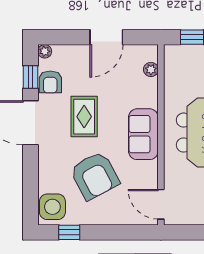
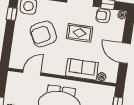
sofa: (143, 134) -> (82, 69), moved
door: (161, 204) -> (32, 73), moved

